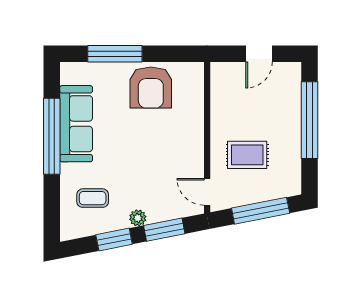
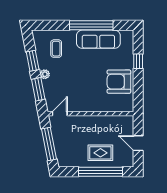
window: (115, 54) -> (138, 61), width x0.46
rug: (247, 155) -> (100, 153), moved, turned 90

